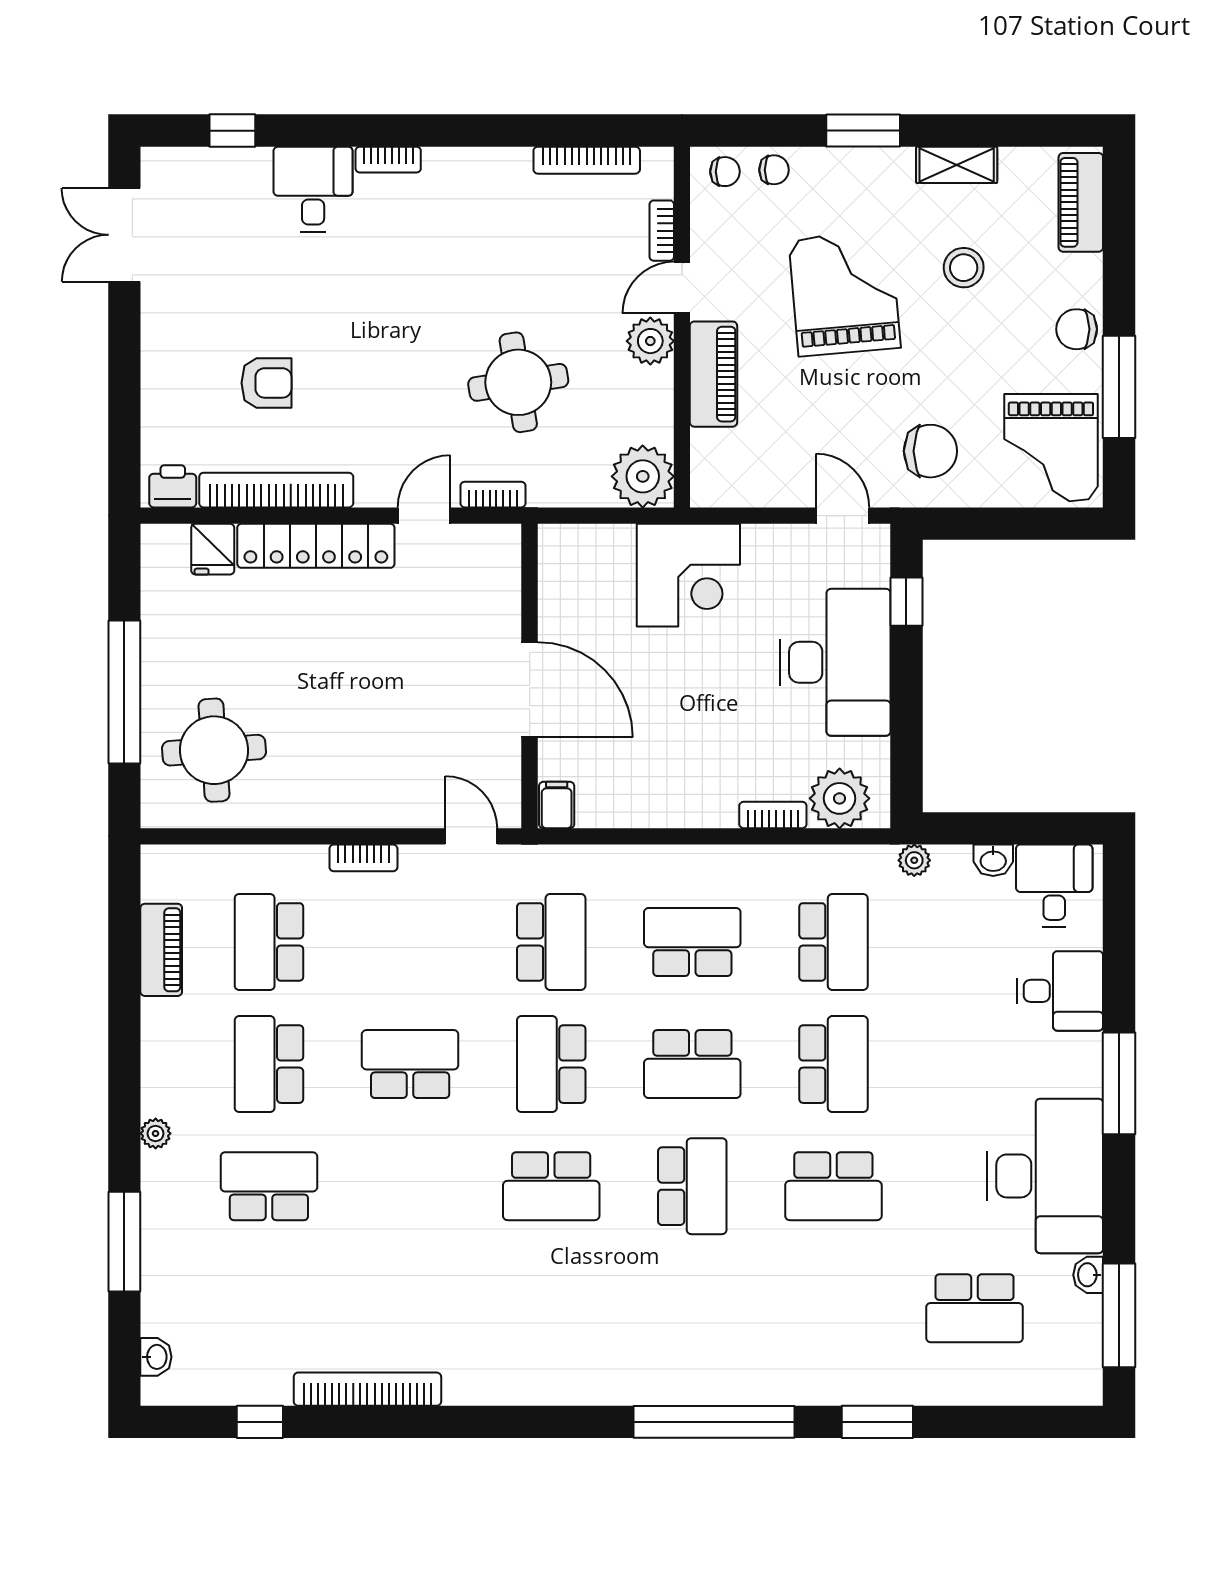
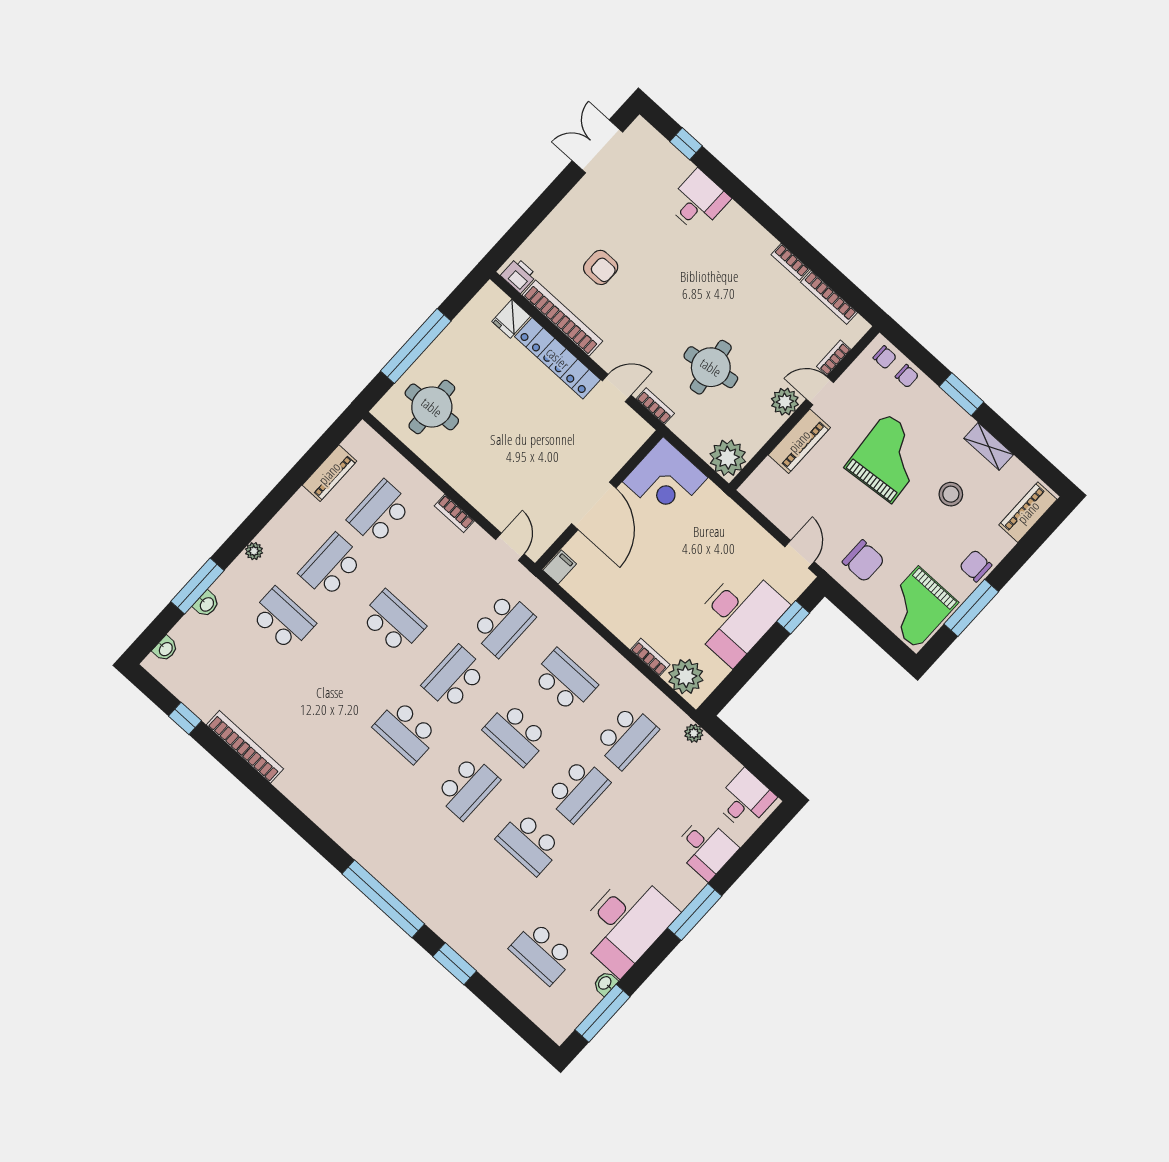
bookcase: (388, 160) -> (790, 262), moved
corner desk: (688, 575) -> (665, 480), moved
washbasin: (993, 860) -> (206, 604), moved, turned -90

